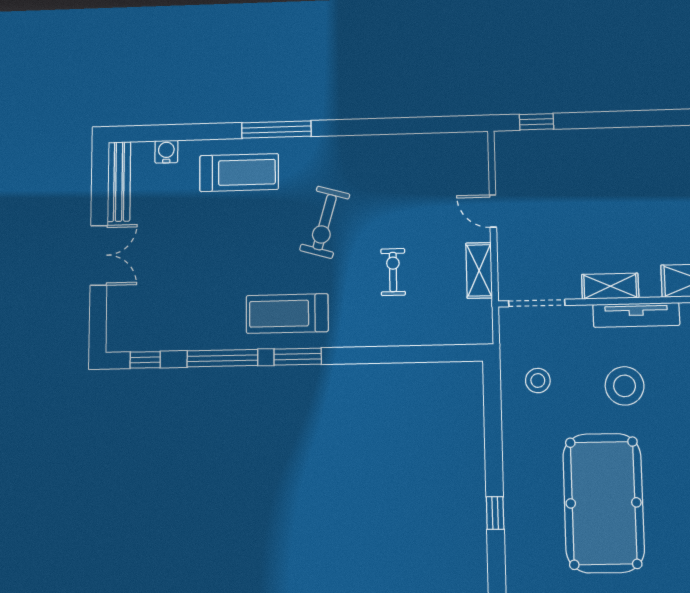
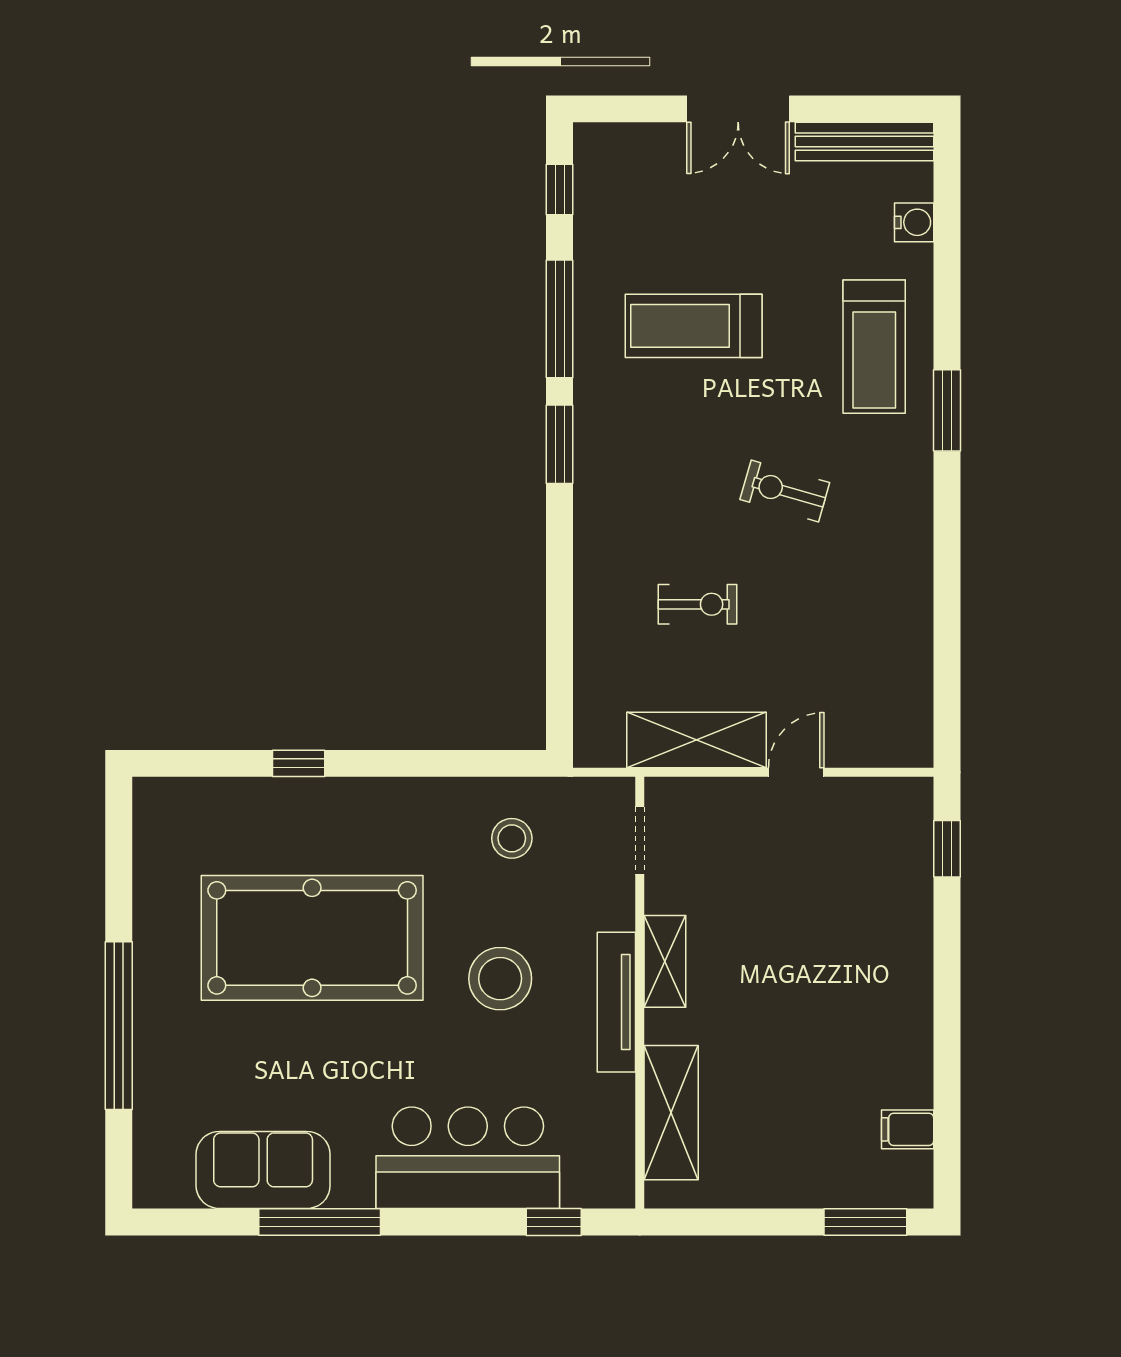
window: (276, 130) -> (947, 410), width x0.69
exercise bike: (325, 222) -> (785, 491), width x0.73, depth x0.72
shelving: (479, 270) -> (697, 740), width x1.50, depth x1.33
doorway: (537, 303) -> (640, 840), width x0.73
treadmill: (287, 314) -> (694, 326), moved, turned -90

